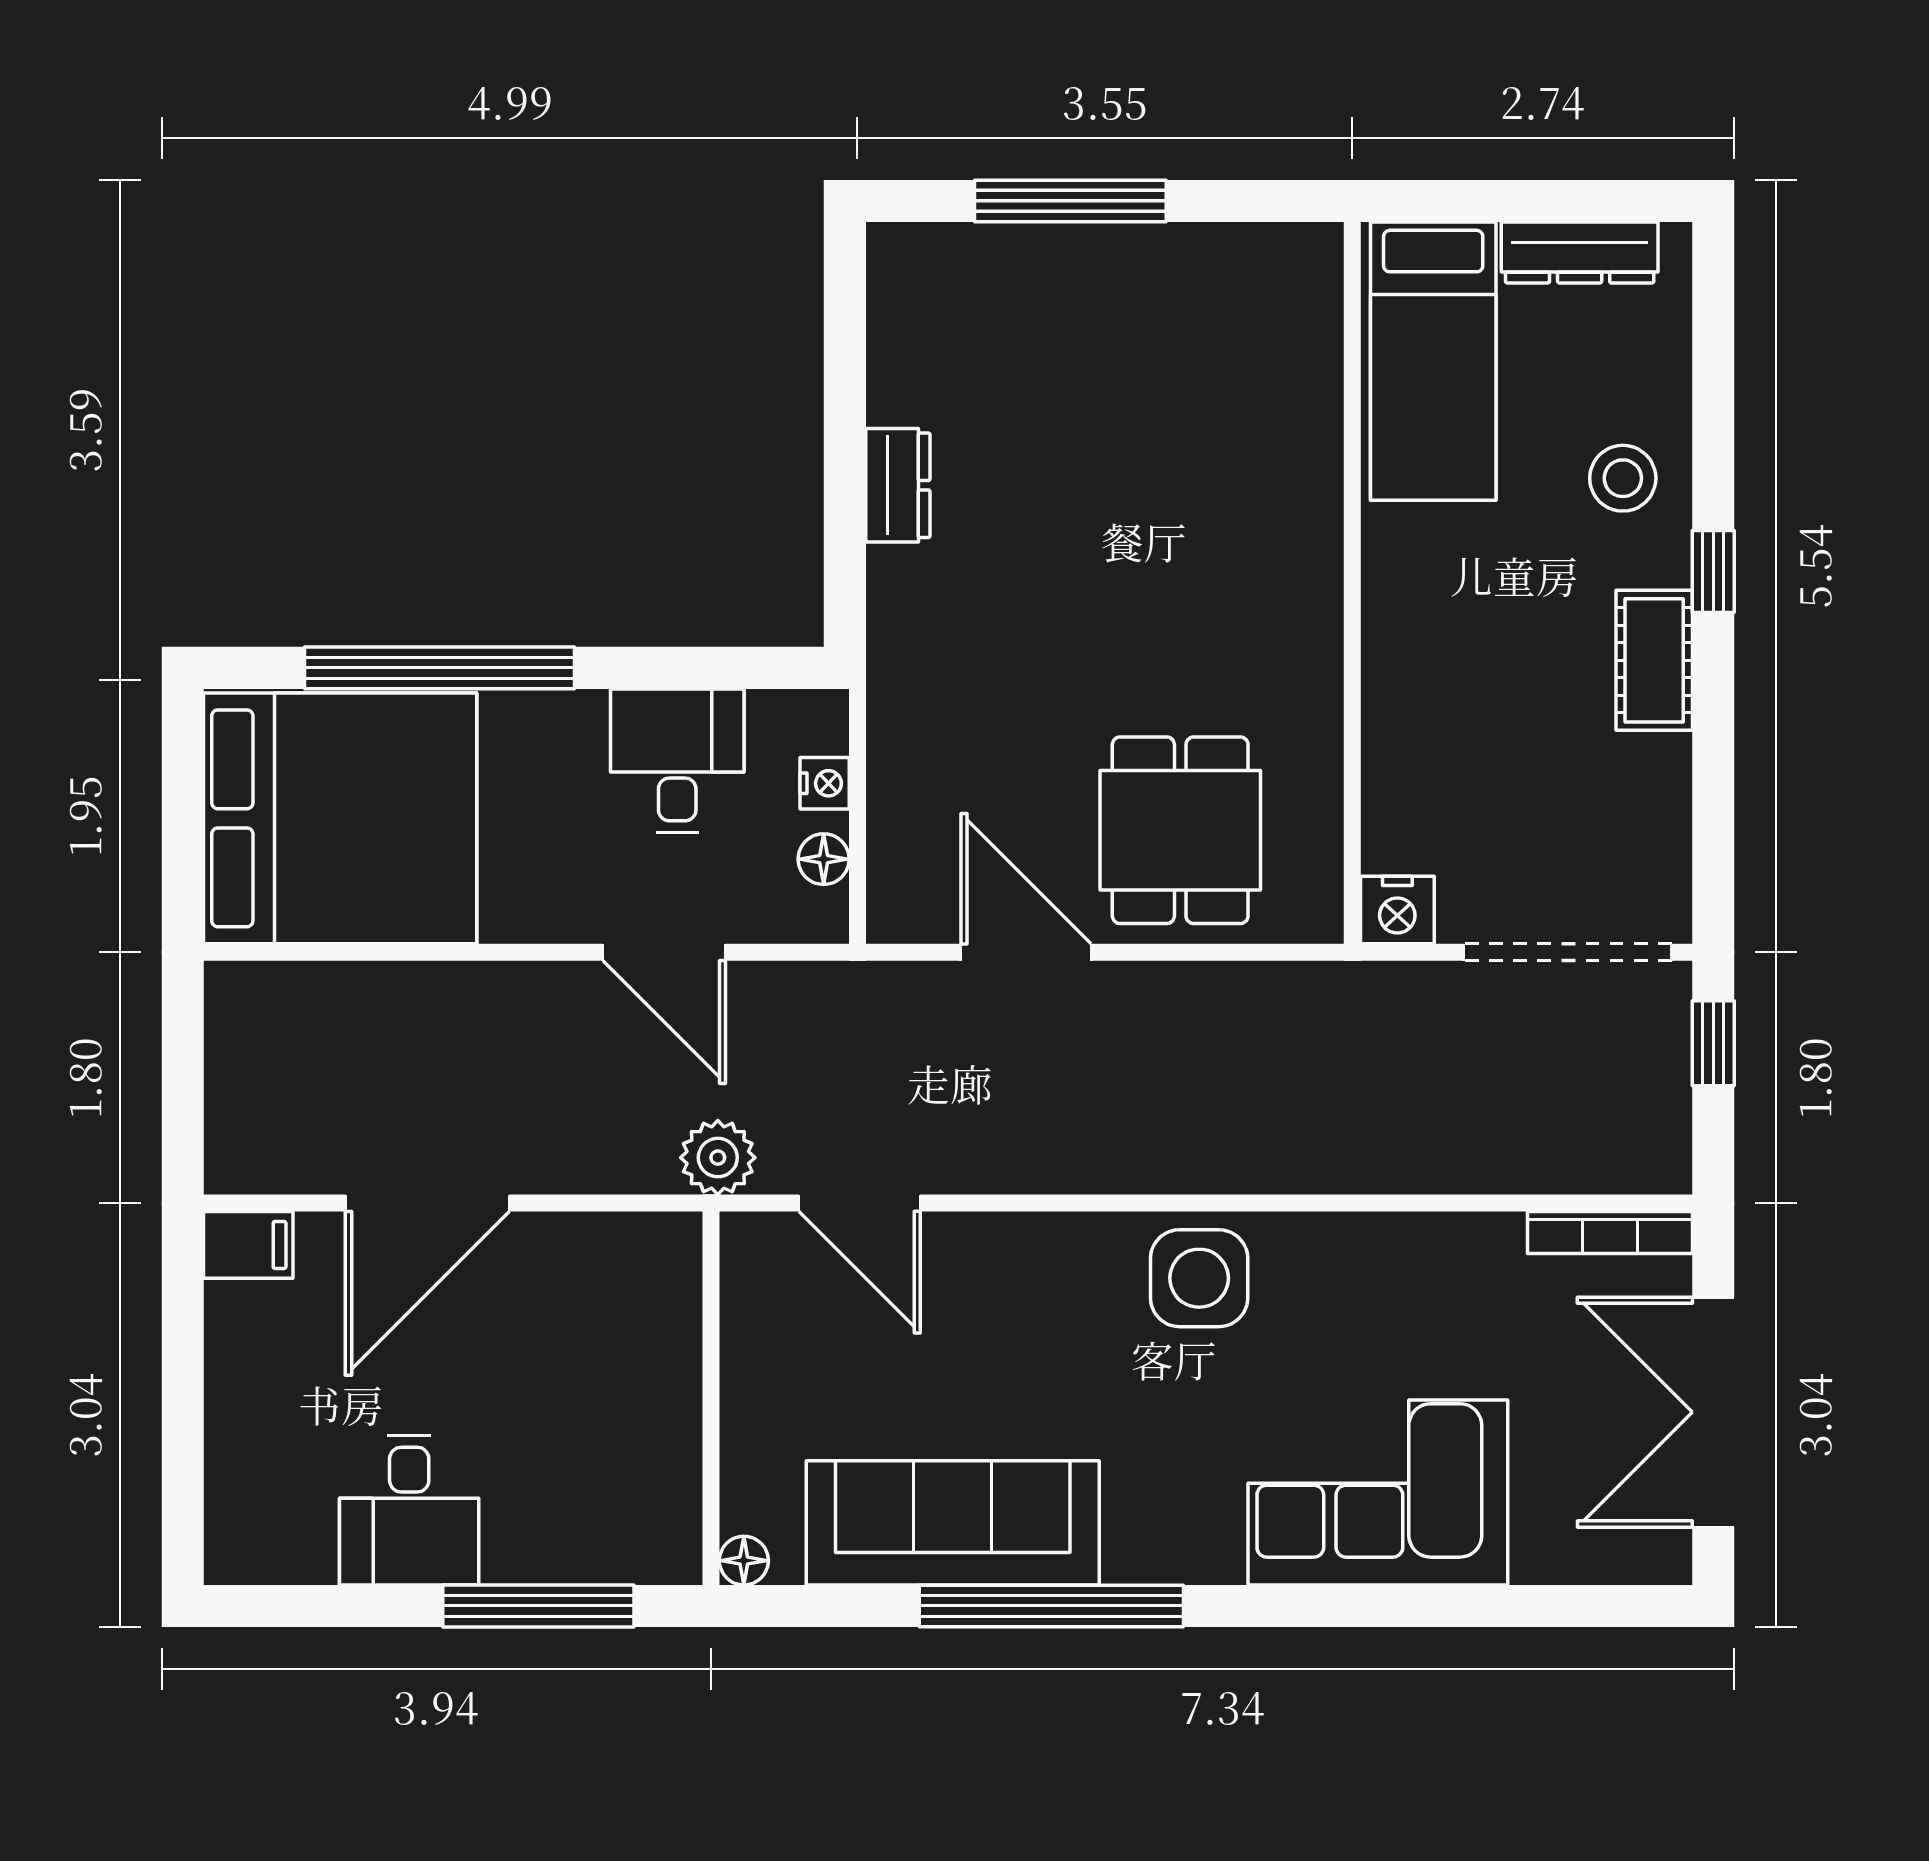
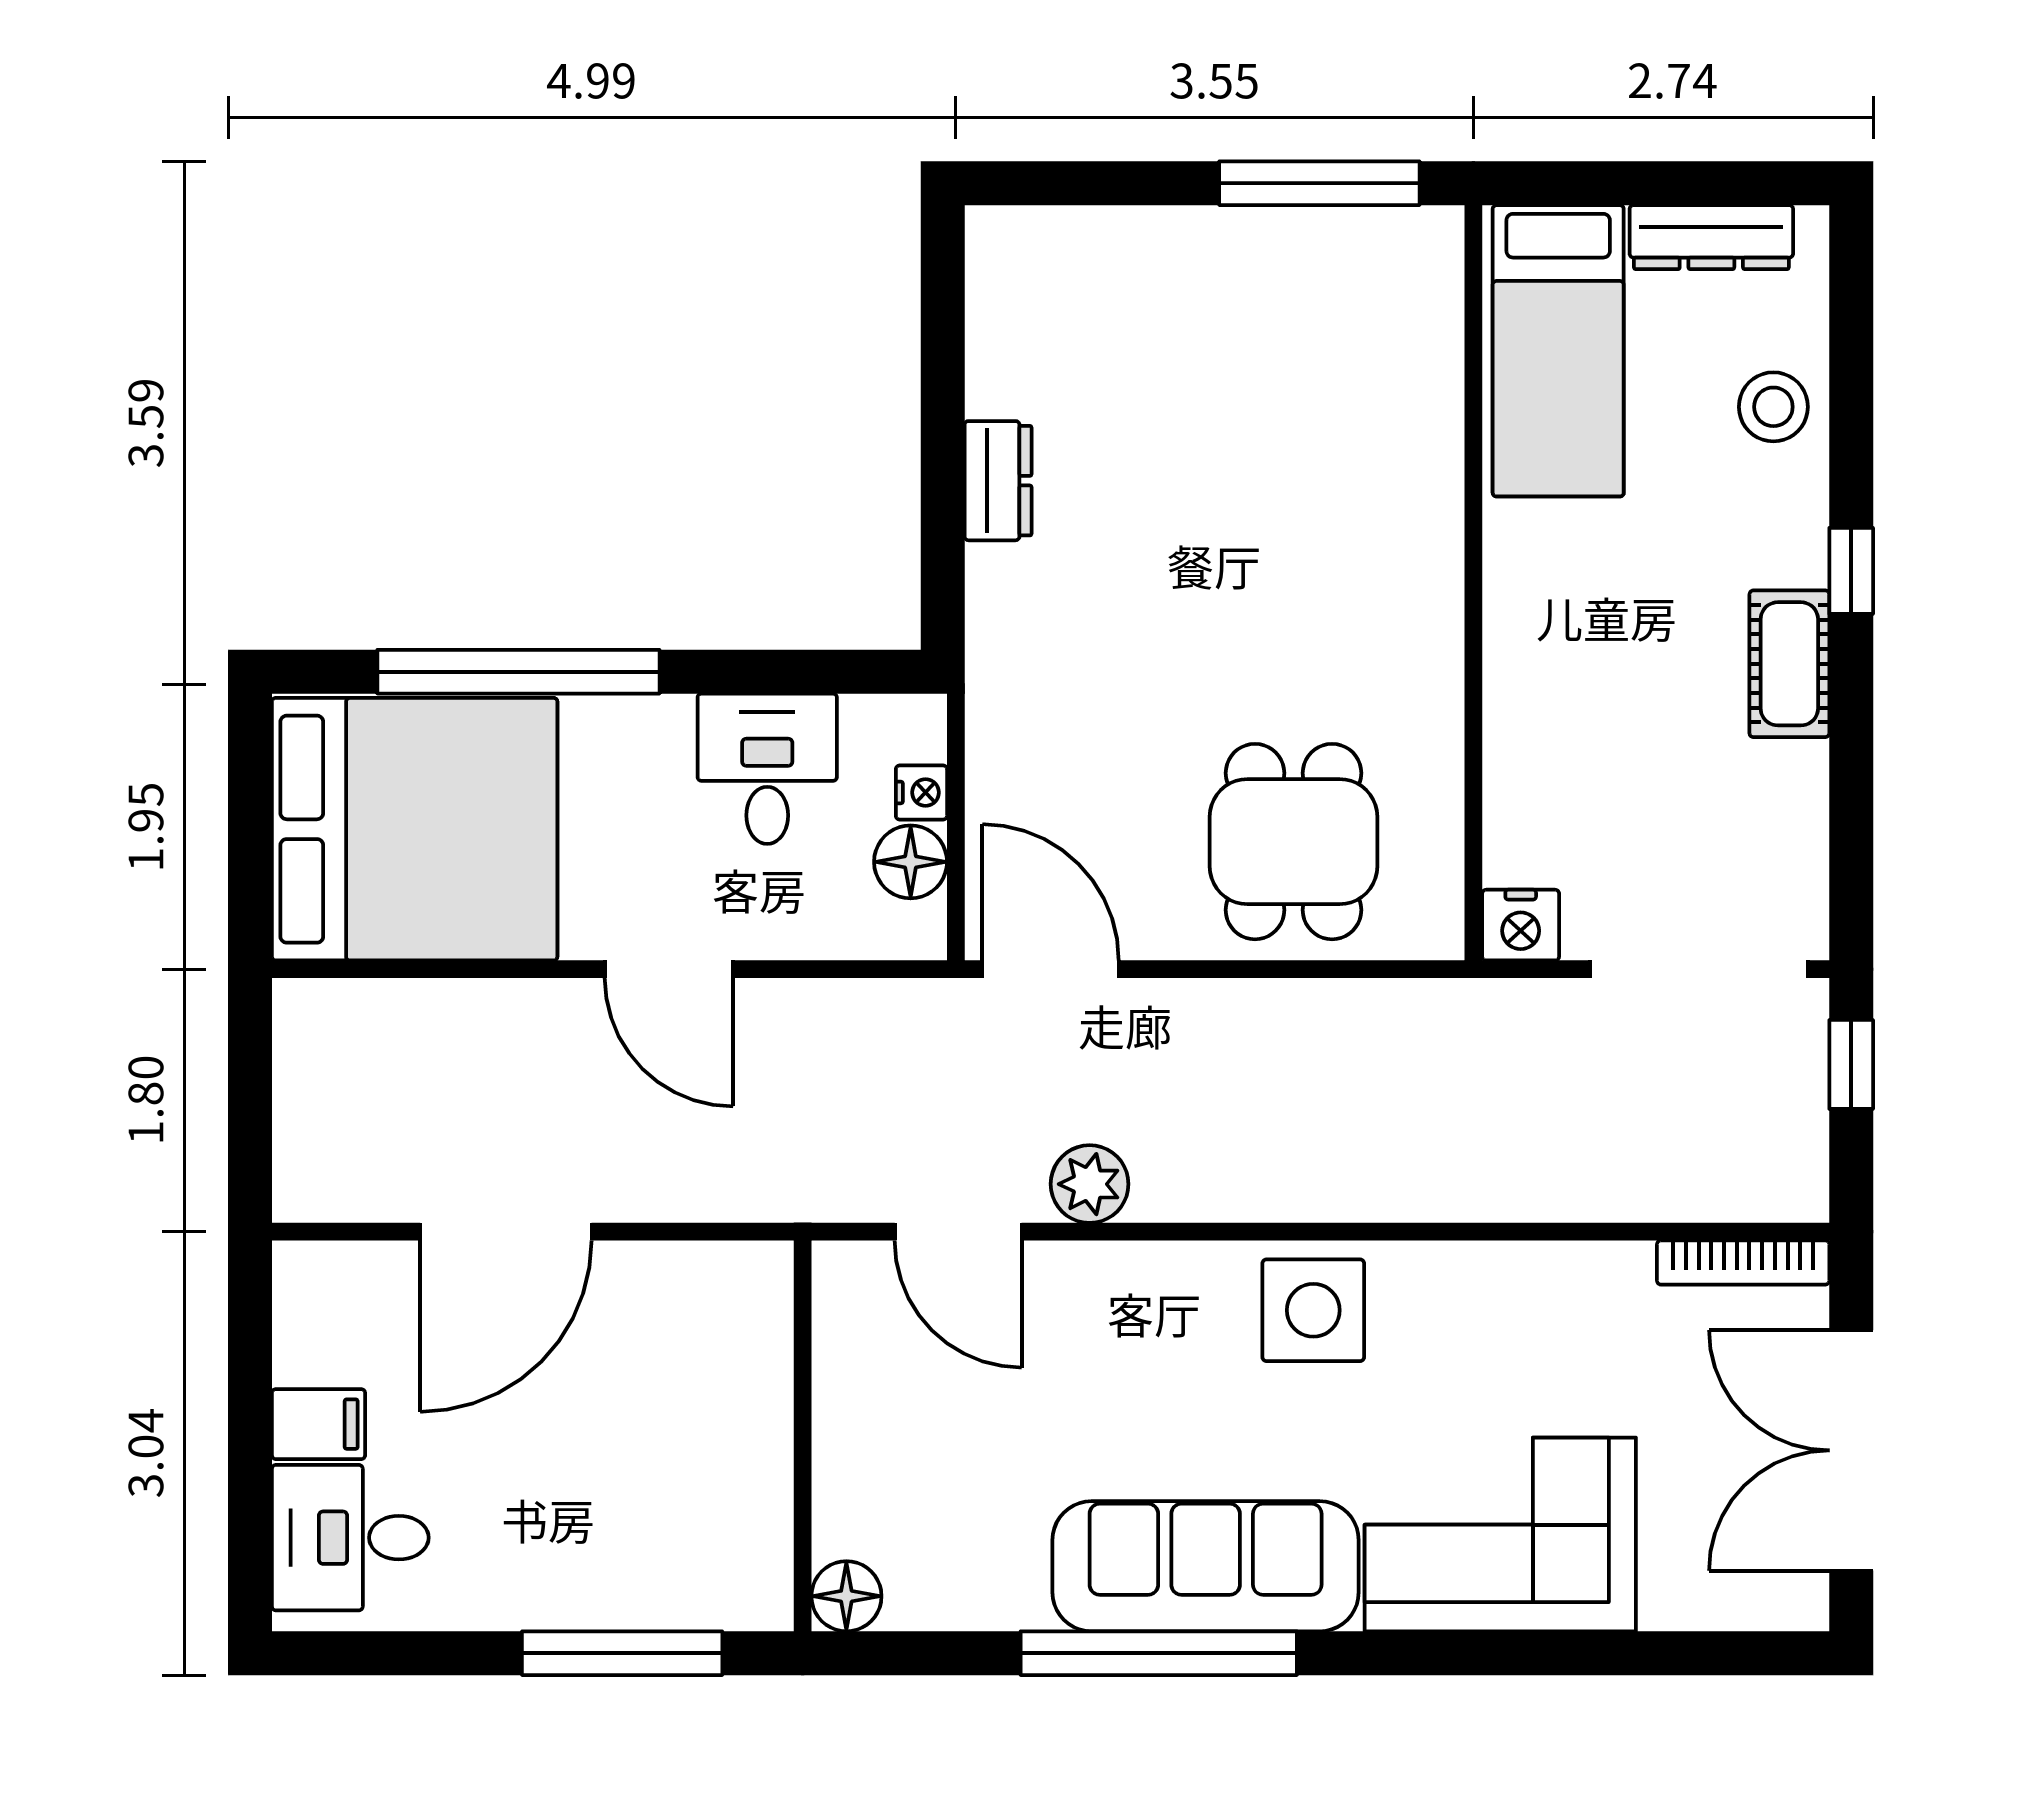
window: (1070, 201) -> (1319, 183), moved
stool: (1623, 478) -> (1773, 407), moved
floor lamp: (824, 859) -> (911, 862), width x1.37, depth x1.37
door: (664, 952) -> (669, 969), moved
door: (1026, 952) -> (1051, 969), moved
plant: (718, 1158) -> (1090, 1184), moved
filing cabinet: (248, 1245) -> (319, 1424), moved
desk: (409, 1510) -> (350, 1538), moved, turned 90
sofa: (953, 1523) -> (1206, 1566), moved
floor lamp: (744, 1561) -> (846, 1596), width x1.37, depth x1.37

